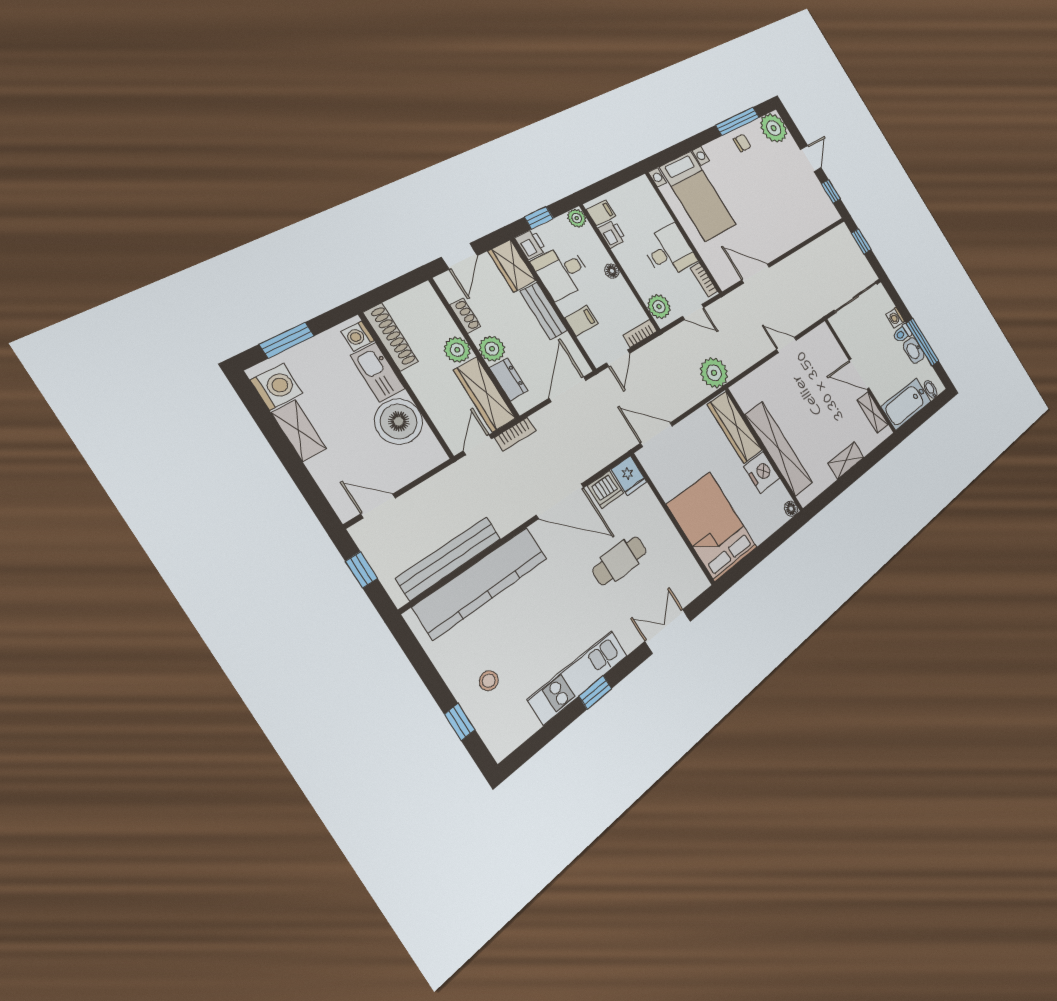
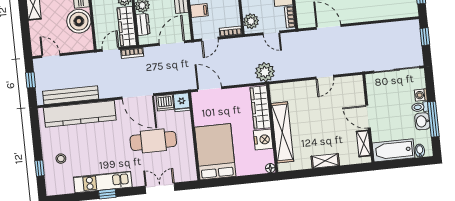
door: (787, 345) -> (325, 77), swing flipped
cafe table: (620, 561) -> (153, 141), width x1.37, depth x1.35

